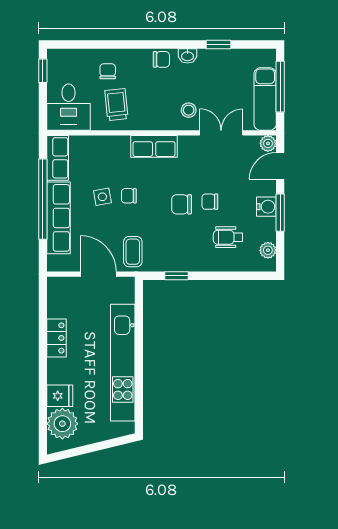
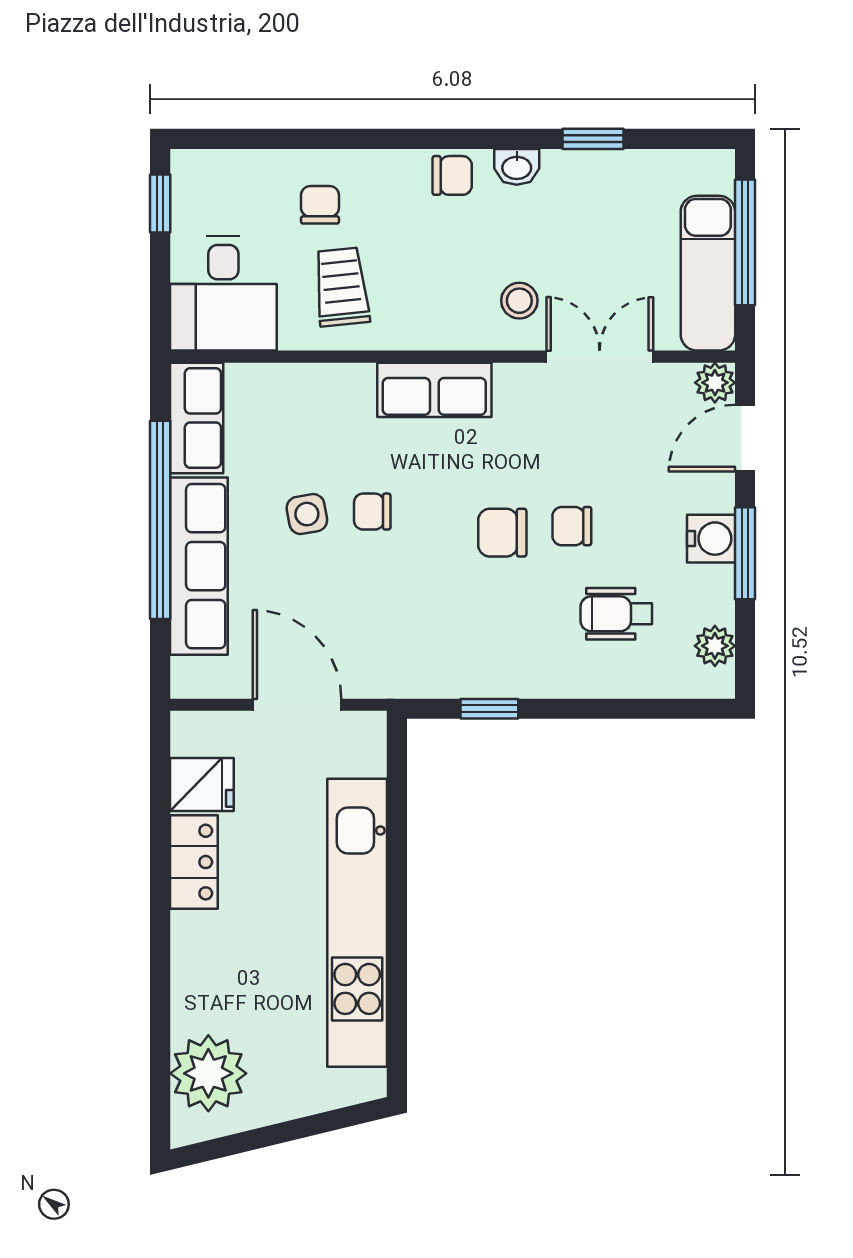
coffee table: (133, 252) -> (382, 649), removed
fridge: (60, 396) -> (202, 784), moved

